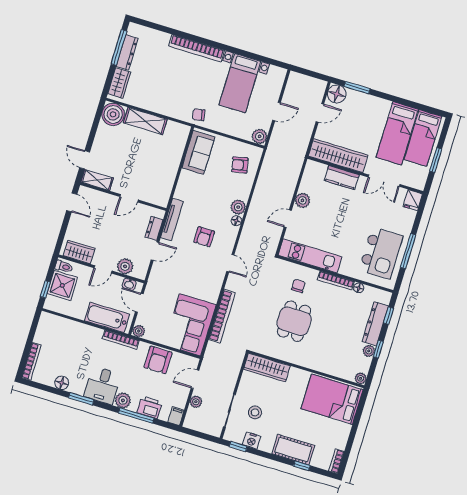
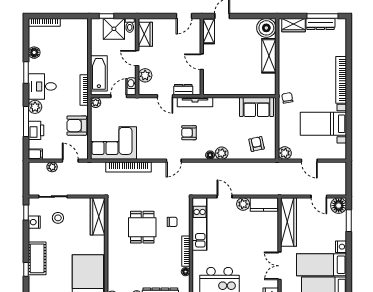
nightstand: (384, 105) -> (341, 247), added
kitchen counter: (342, 178) -> (264, 205), moved, turned -90
dining table: (294, 321) -> (142, 227), turned 90

